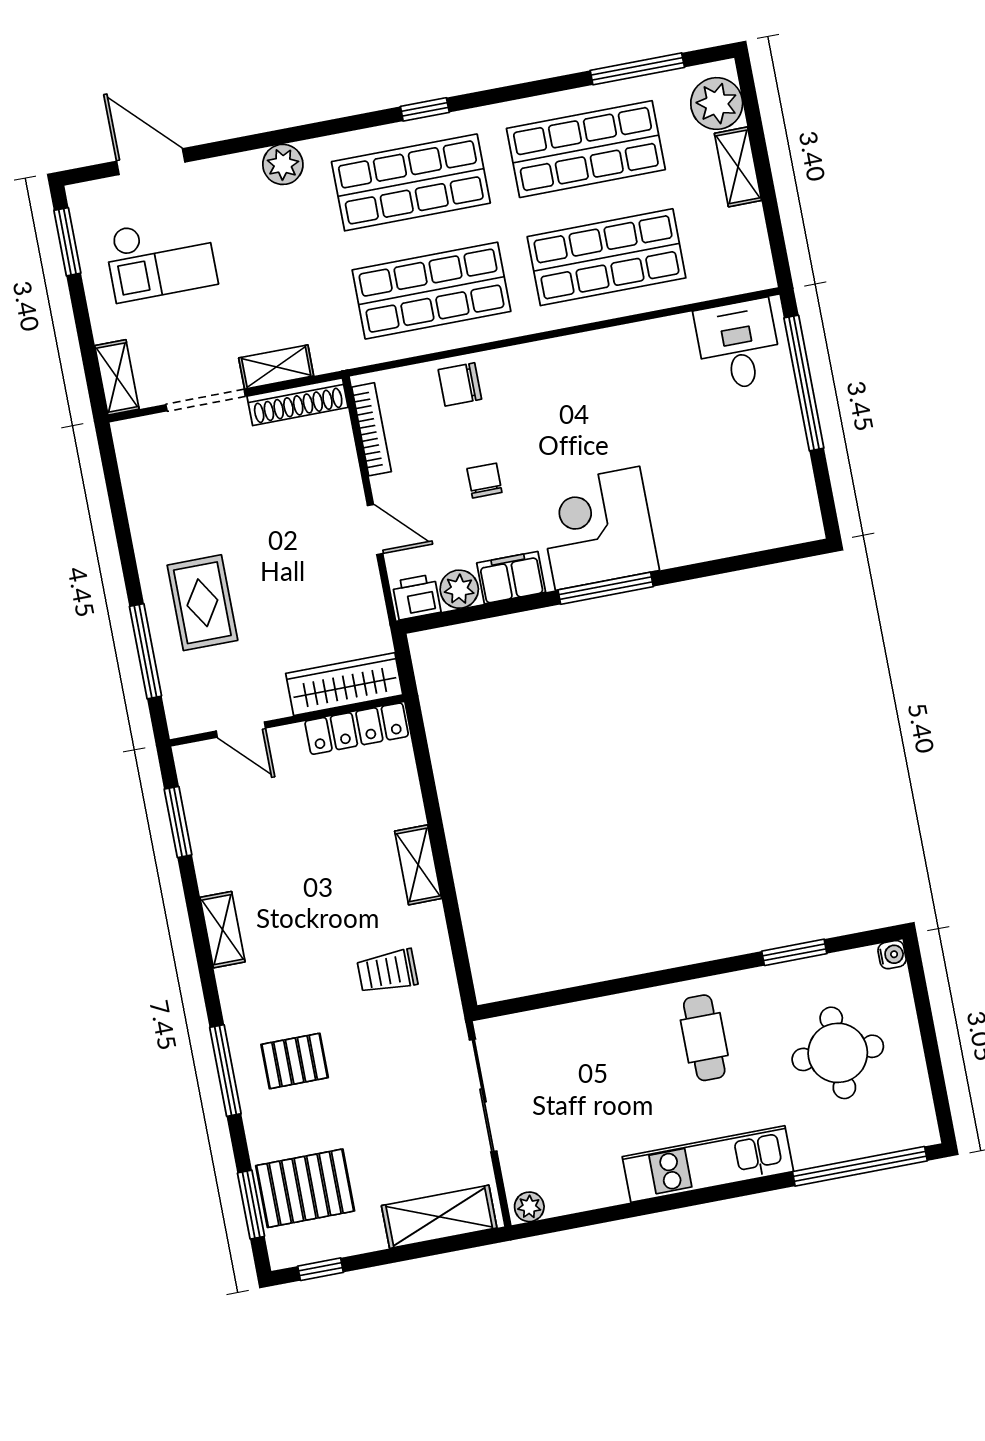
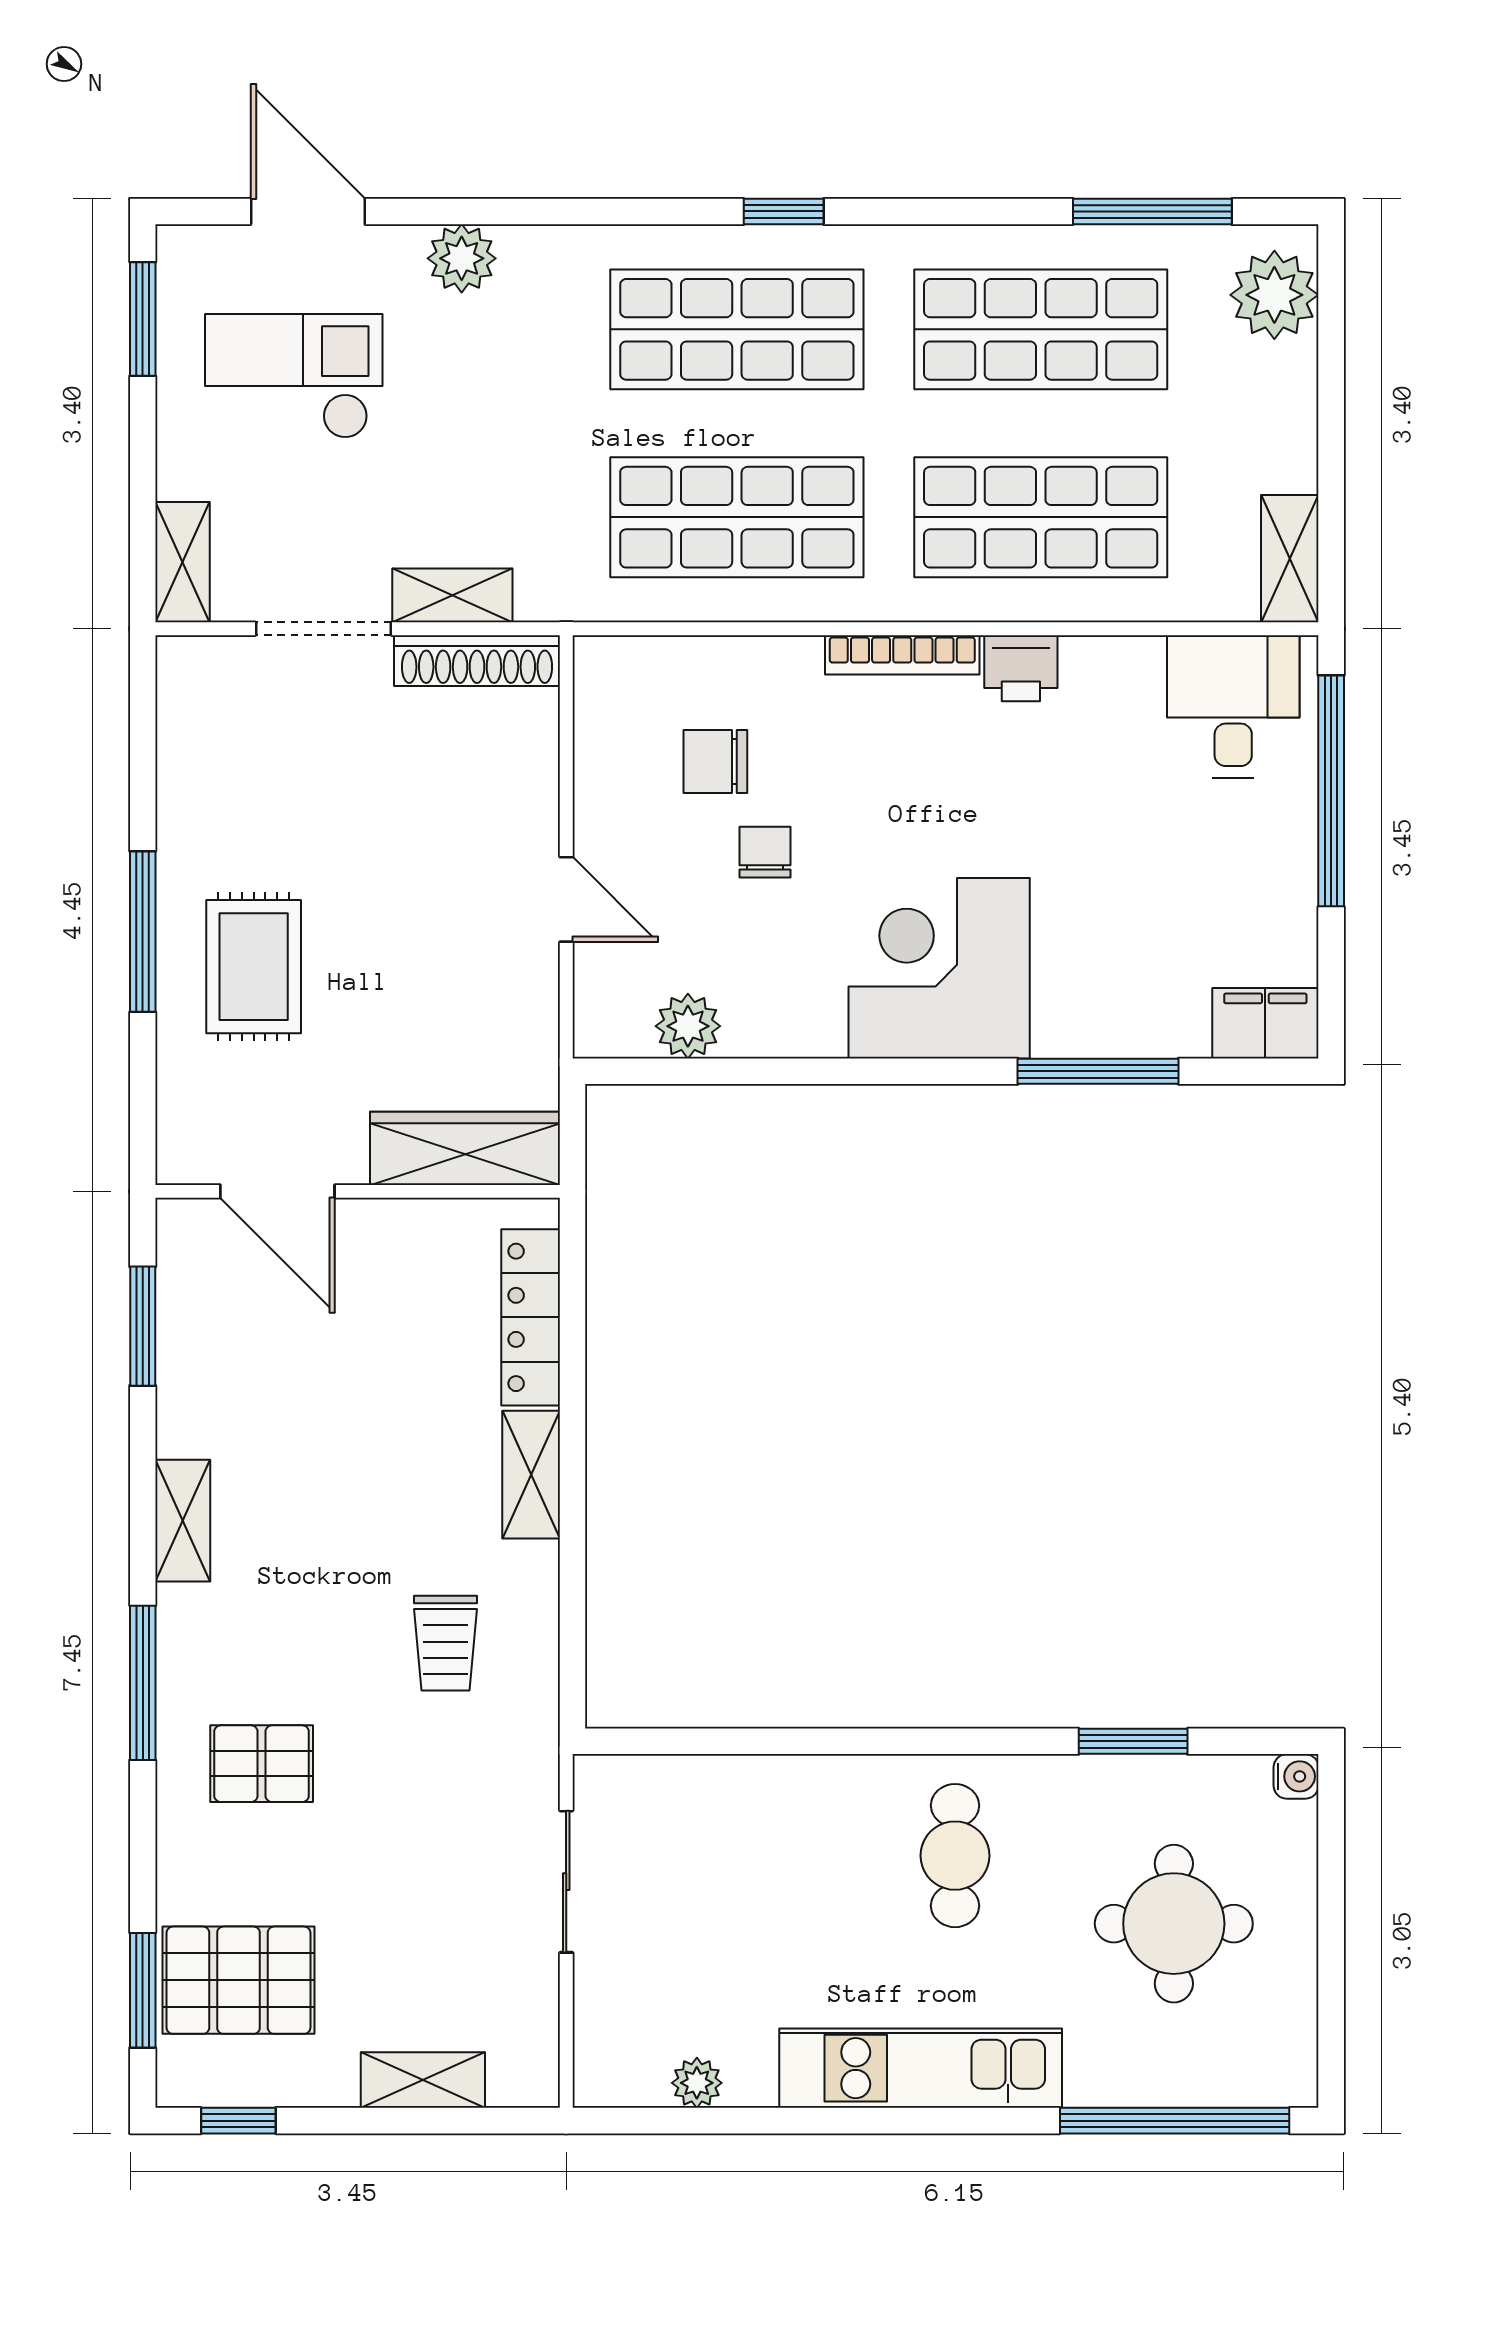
plant: (283, 164) -> (462, 258), moved
shelving: (738, 167) -> (1290, 559), moved
checkout: (161, 258) -> (294, 376), turned 180
chair: (460, 384) -> (715, 761), moved
bookcase: (372, 429) -> (902, 655), moved, turned 90
filing cabinet: (511, 578) -> (1265, 1023), moved
window: (606, 588) -> (1098, 1071), moved
printer: (417, 597) -> (1021, 668), moved, turned 180
window: (145, 651) -> (143, 932), moved
locker: (357, 729) -> (531, 1317), moved, turned 90
door: (241, 730) -> (277, 1191), width x1.37
trolley: (387, 971) -> (446, 1643), turned -90
window: (225, 1071) -> (143, 1683), moved
sliding door: (483, 1095) -> (566, 1882), width x0.73
plant: (529, 1207) -> (697, 2083), moved
shelving: (439, 1217) -> (423, 2080), width x0.67, depth x0.75

